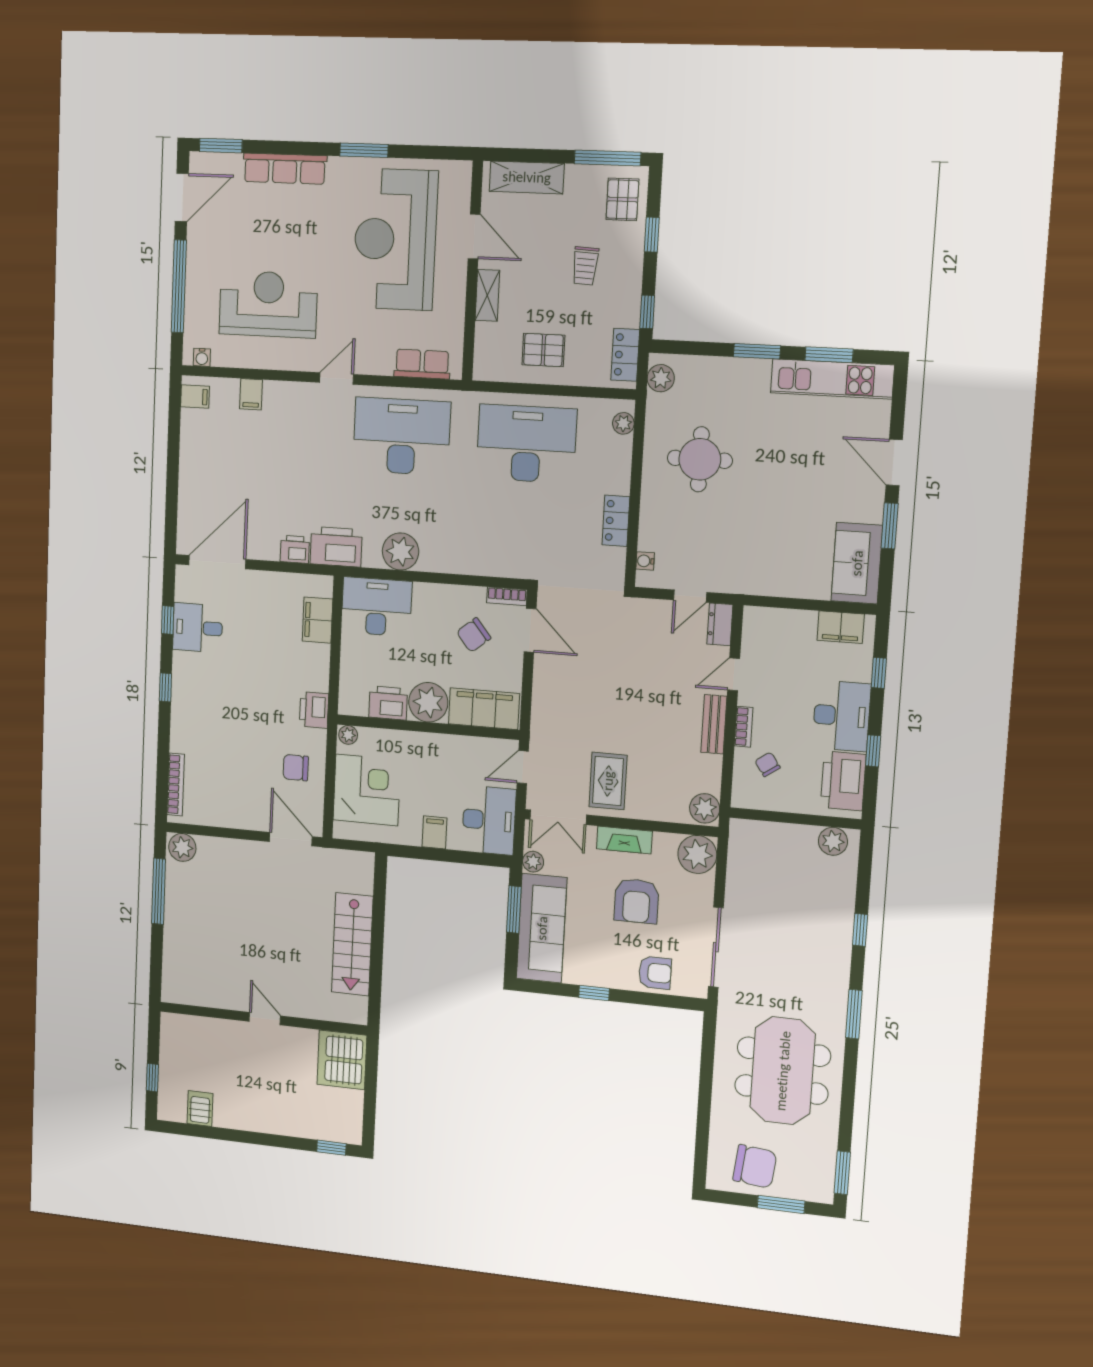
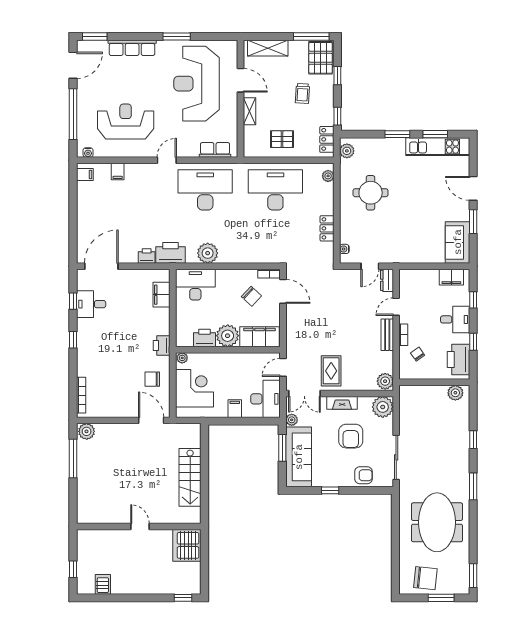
pallet: (622, 199) -> (321, 58), width x1.50, depth x1.42
chair: (474, 635) -> (251, 296), turned -98
desk: (842, 716) -> (455, 319), width x0.73

